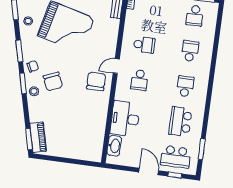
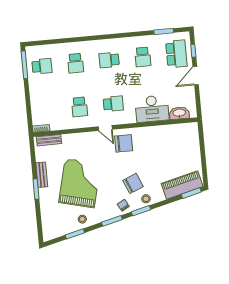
school desk: (144, 45) -> (80, 107), turned 180
school desk: (190, 51) -> (76, 63), turned -90
chair: (96, 81) -> (124, 143), turned 180
school desk: (180, 122) -> (143, 57), width x0.54
piano: (38, 137) -> (182, 185), width x1.37, depth x1.33

